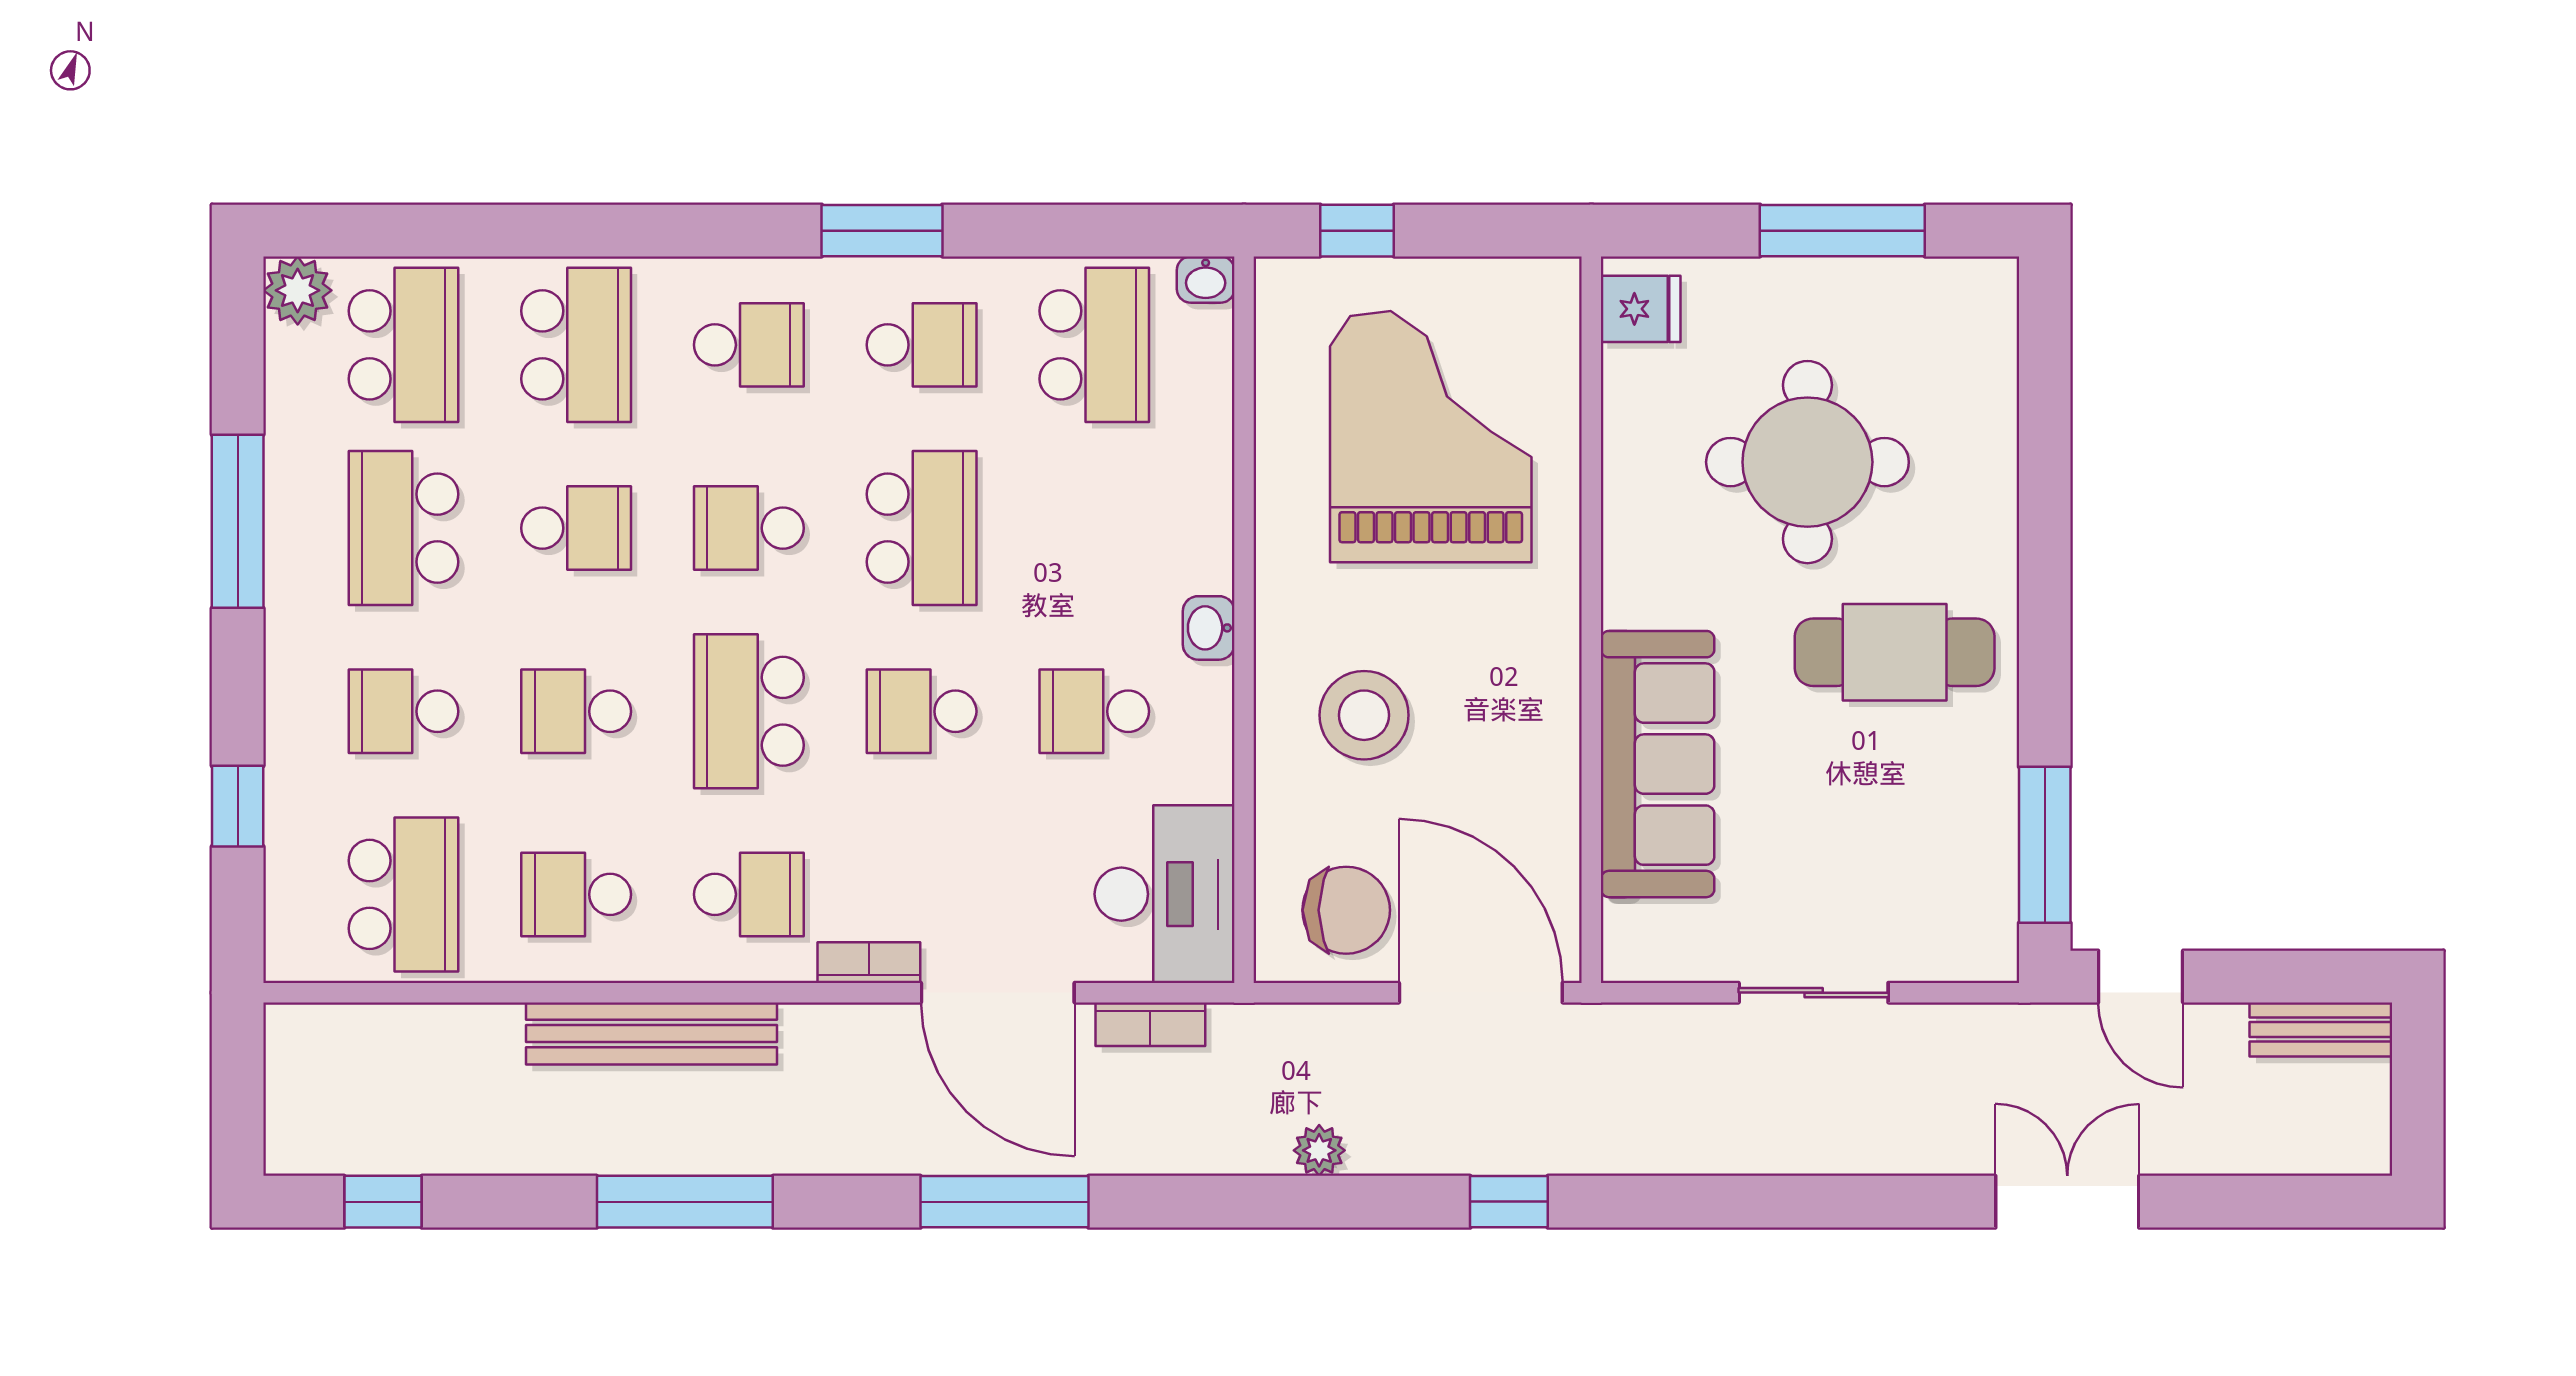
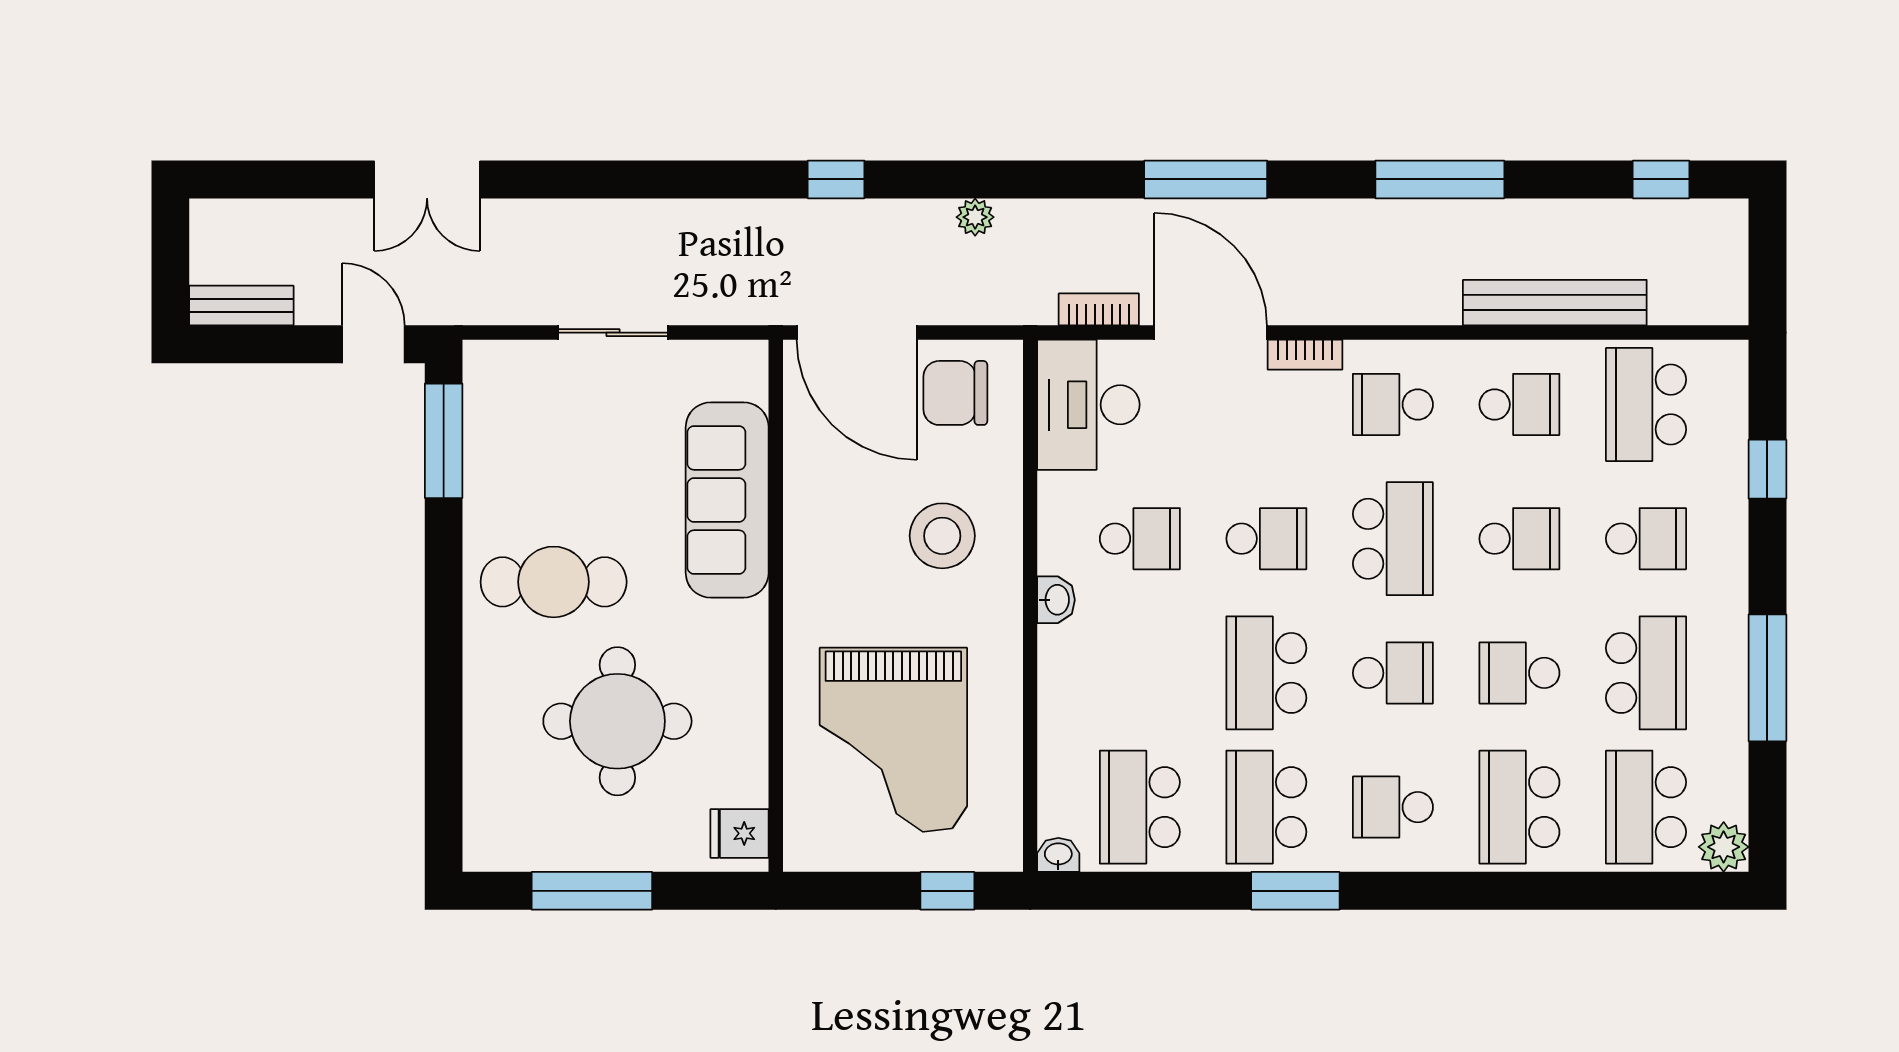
school desk: (922, 345) -> (1266, 807), width x1.85
bench: (651, 1033) -> (1555, 303), moved

